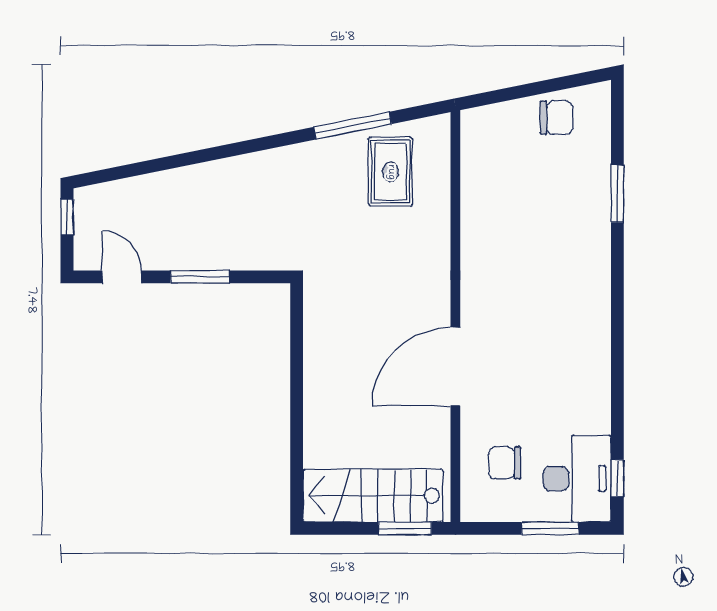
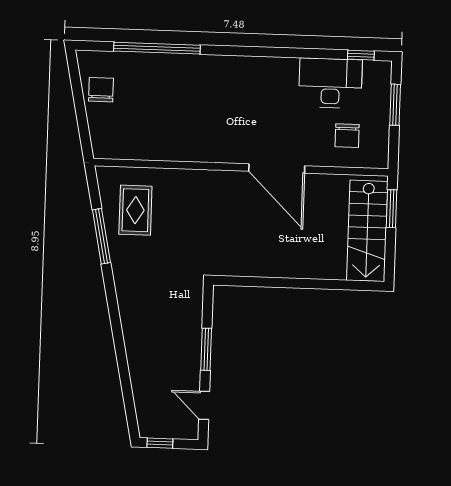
rug: (391, 172) -> (135, 210), turned 90
window: (617, 194) -> (157, 48), width x2.11
door: (122, 277) -> (204, 405), hinge flipped
desk: (577, 479) -> (330, 83), moved

